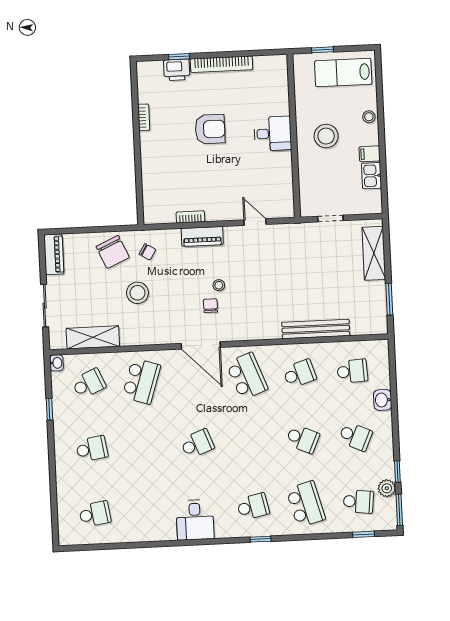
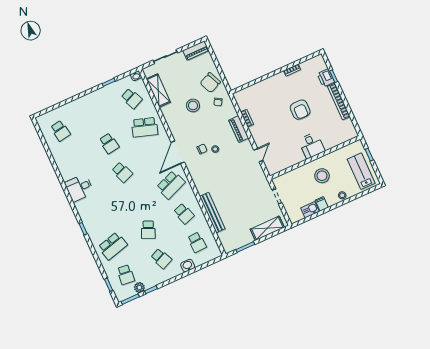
school desk: (355, 436) -> (161, 259), turned -48
school desk: (92, 449) -> (109, 143), moved
school desk: (253, 507) -> (100, 217), removed

